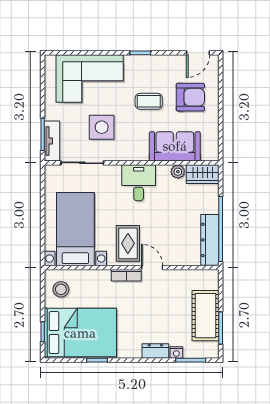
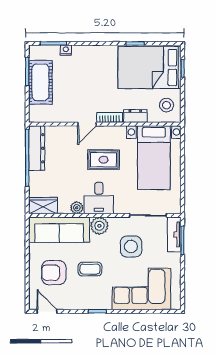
door: (198, 53) -> (47, 311), hinge flipped
sofa: (175, 146) -> (59, 230), width x1.36
plant: (138, 151) -> (99, 226), added
plant: (178, 172) -> (77, 208), moved
rug: (128, 243) -> (104, 160), moved, turned 90
door: (152, 268) -> (87, 124), hinge flipped
dresser: (155, 351) -> (135, 116), moved, turned 180

